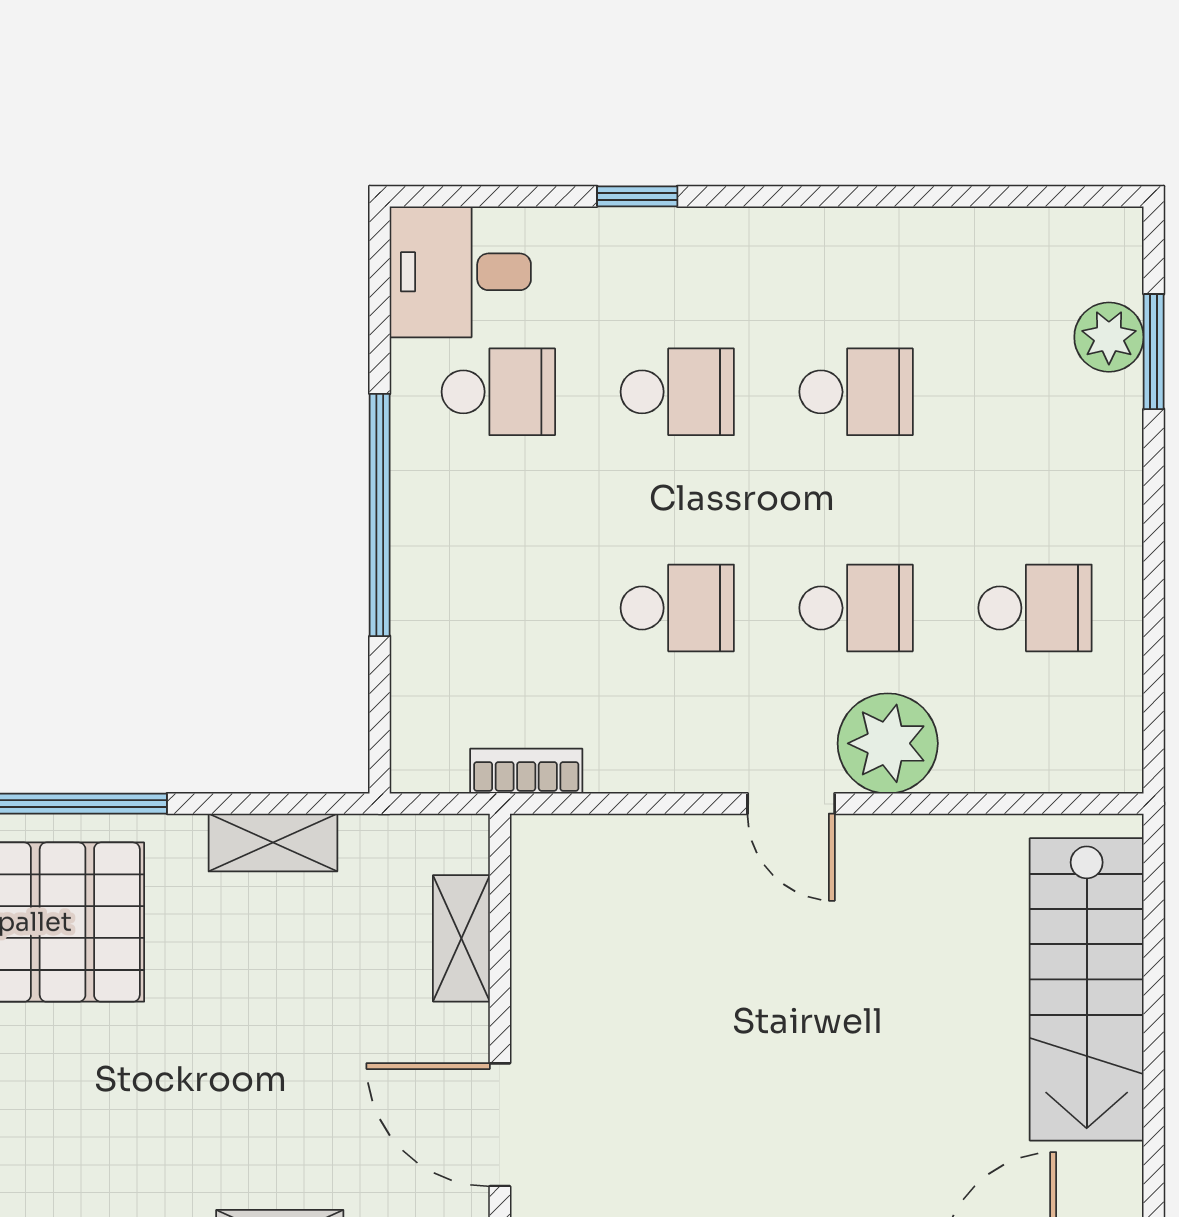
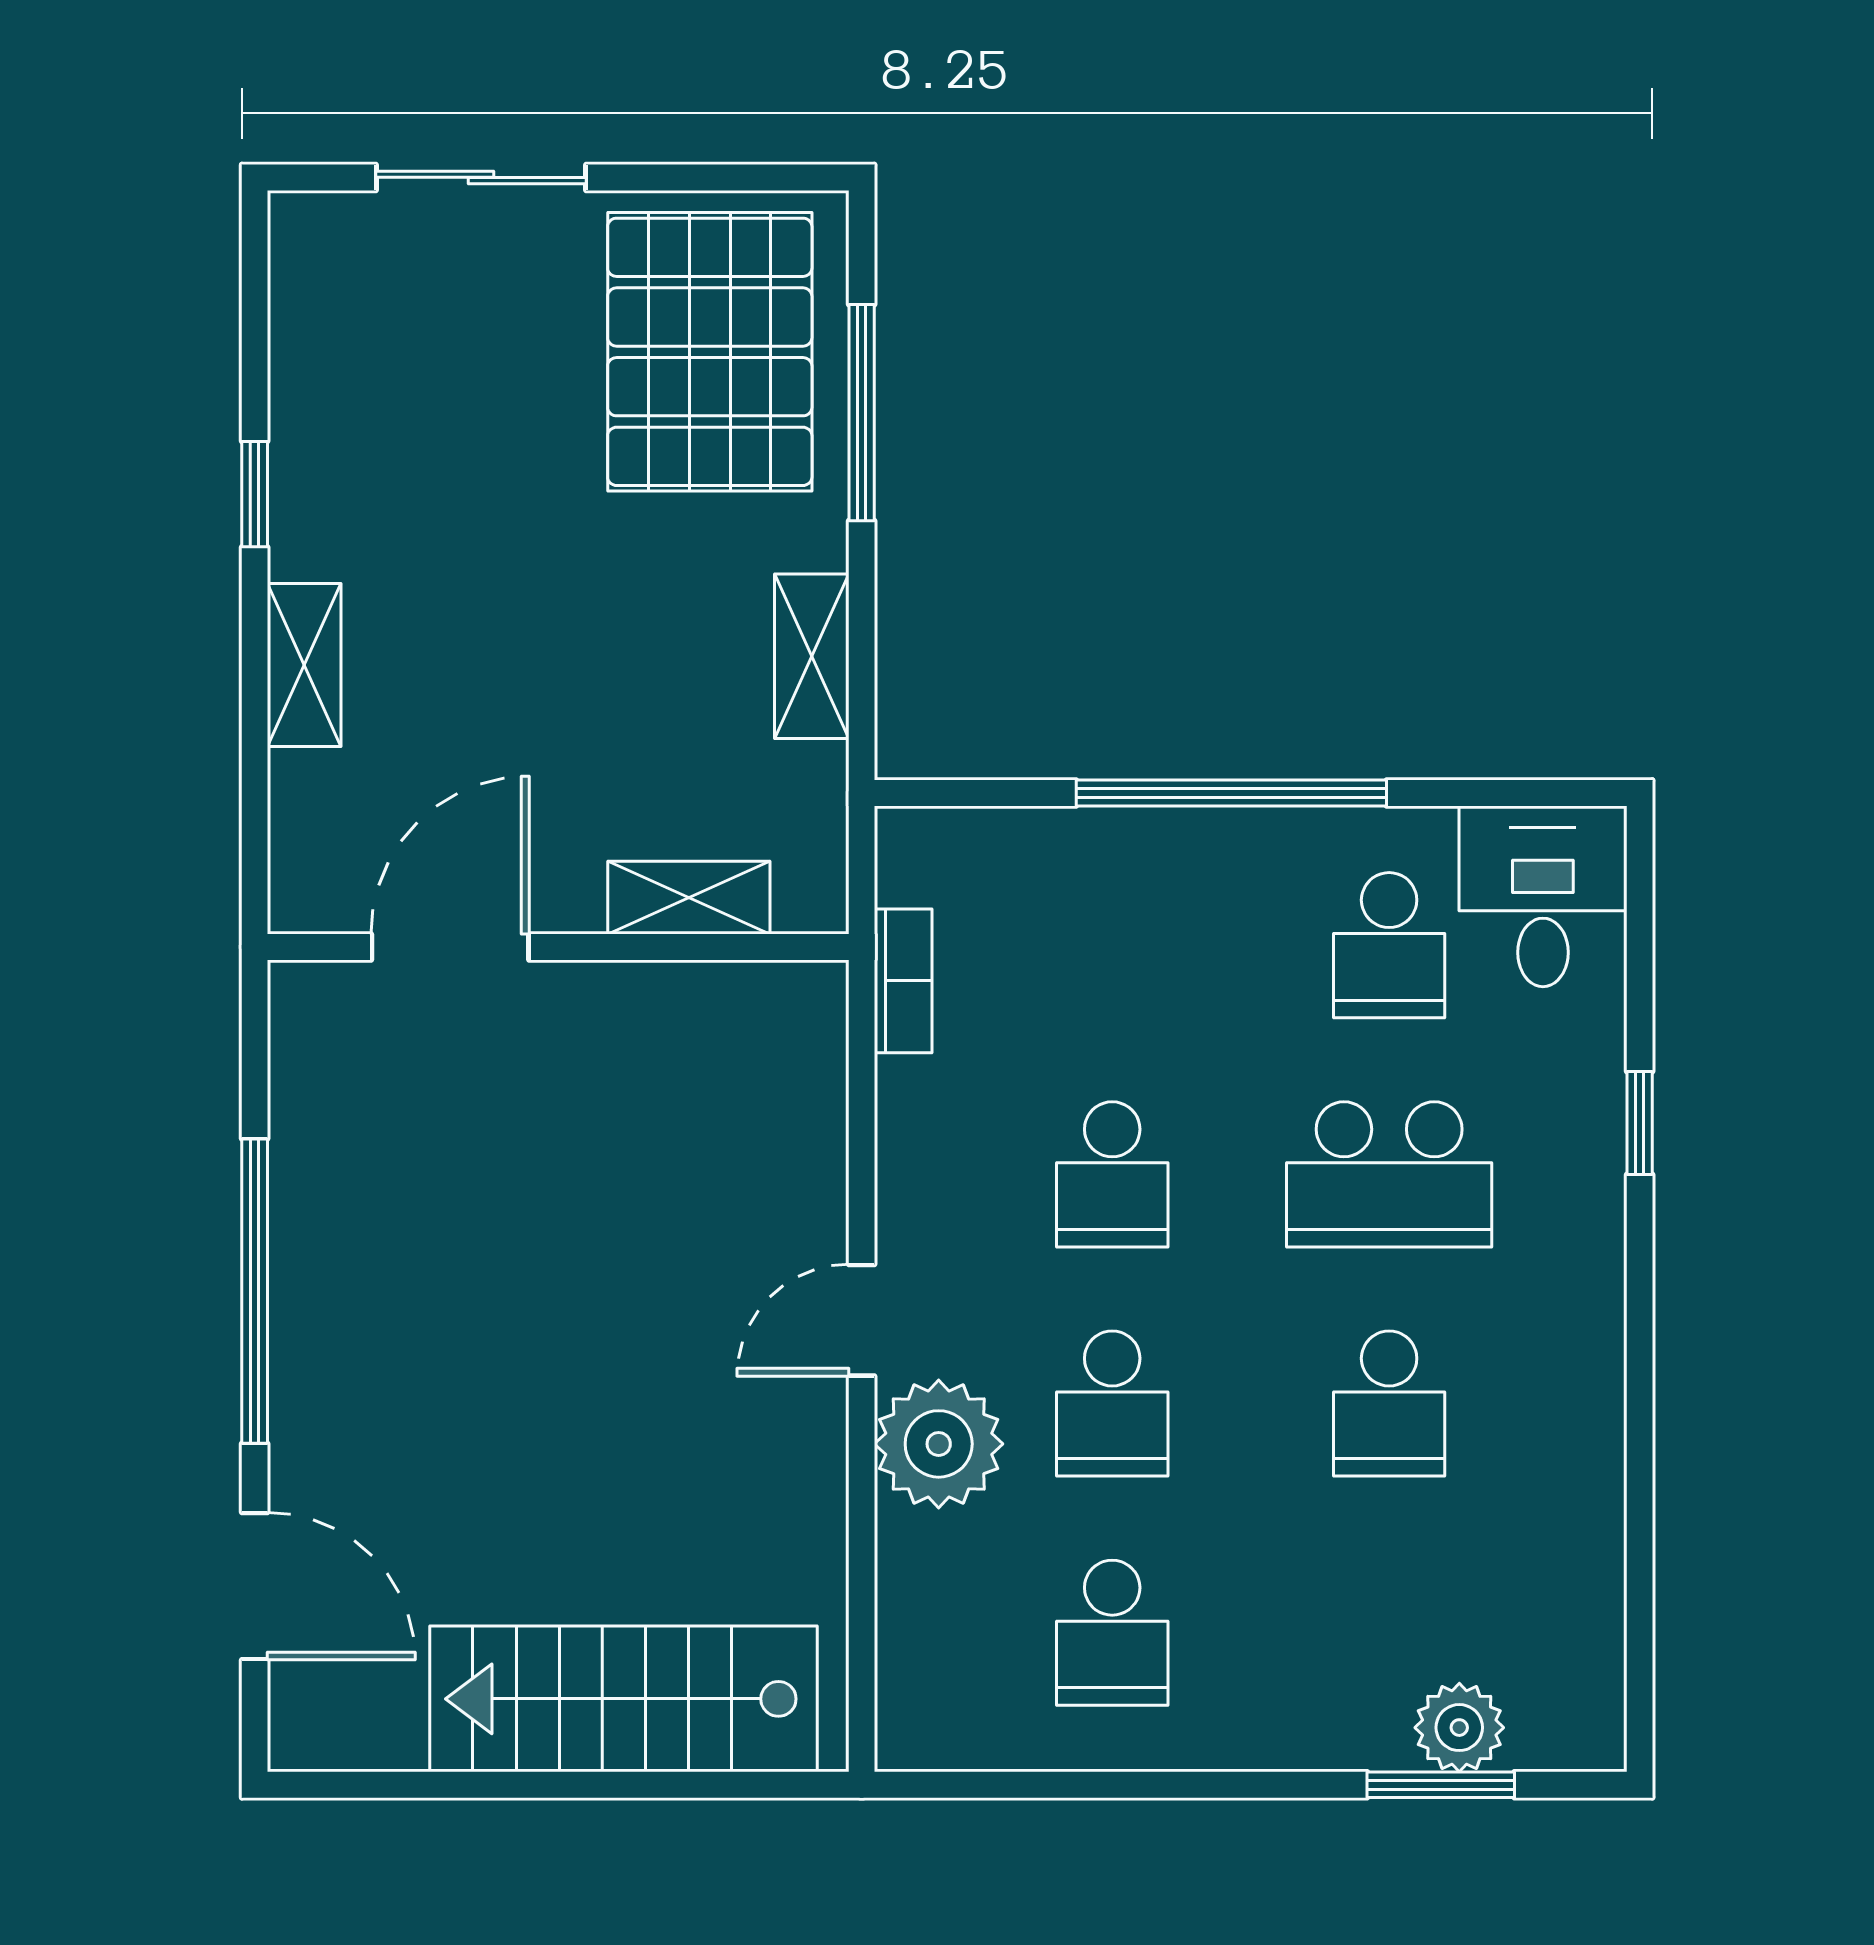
school desk: (677, 392) -> (1389, 1174), width x1.85

